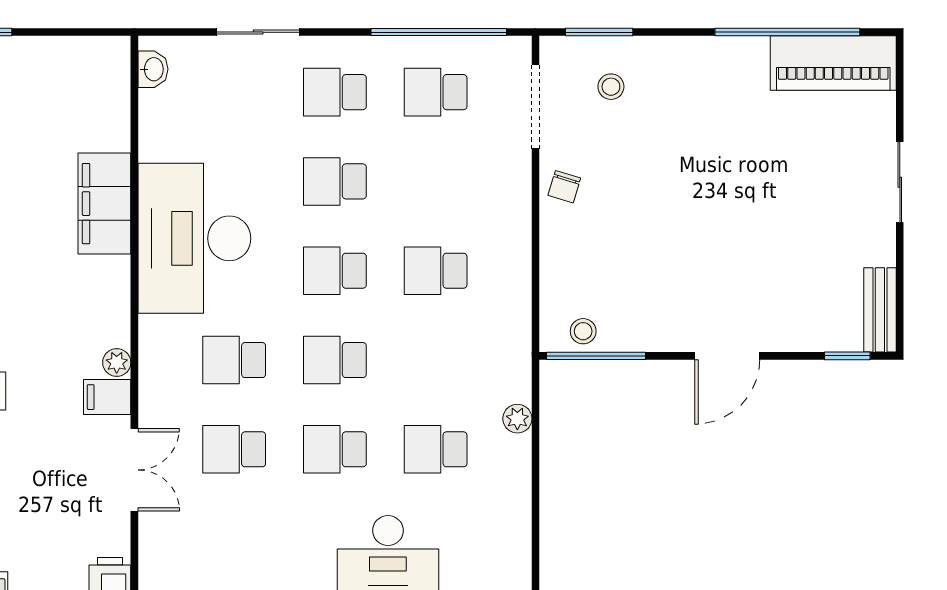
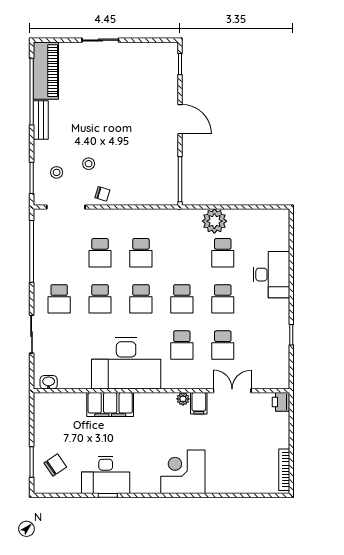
school desk: (436, 92) -> (100, 253), moved
bench: (880, 310) -> (41, 120), moved, turned 90
stool: (583, 331) -> (89, 164), moved
plant: (517, 419) -> (214, 221), width x1.87, depth x1.87

